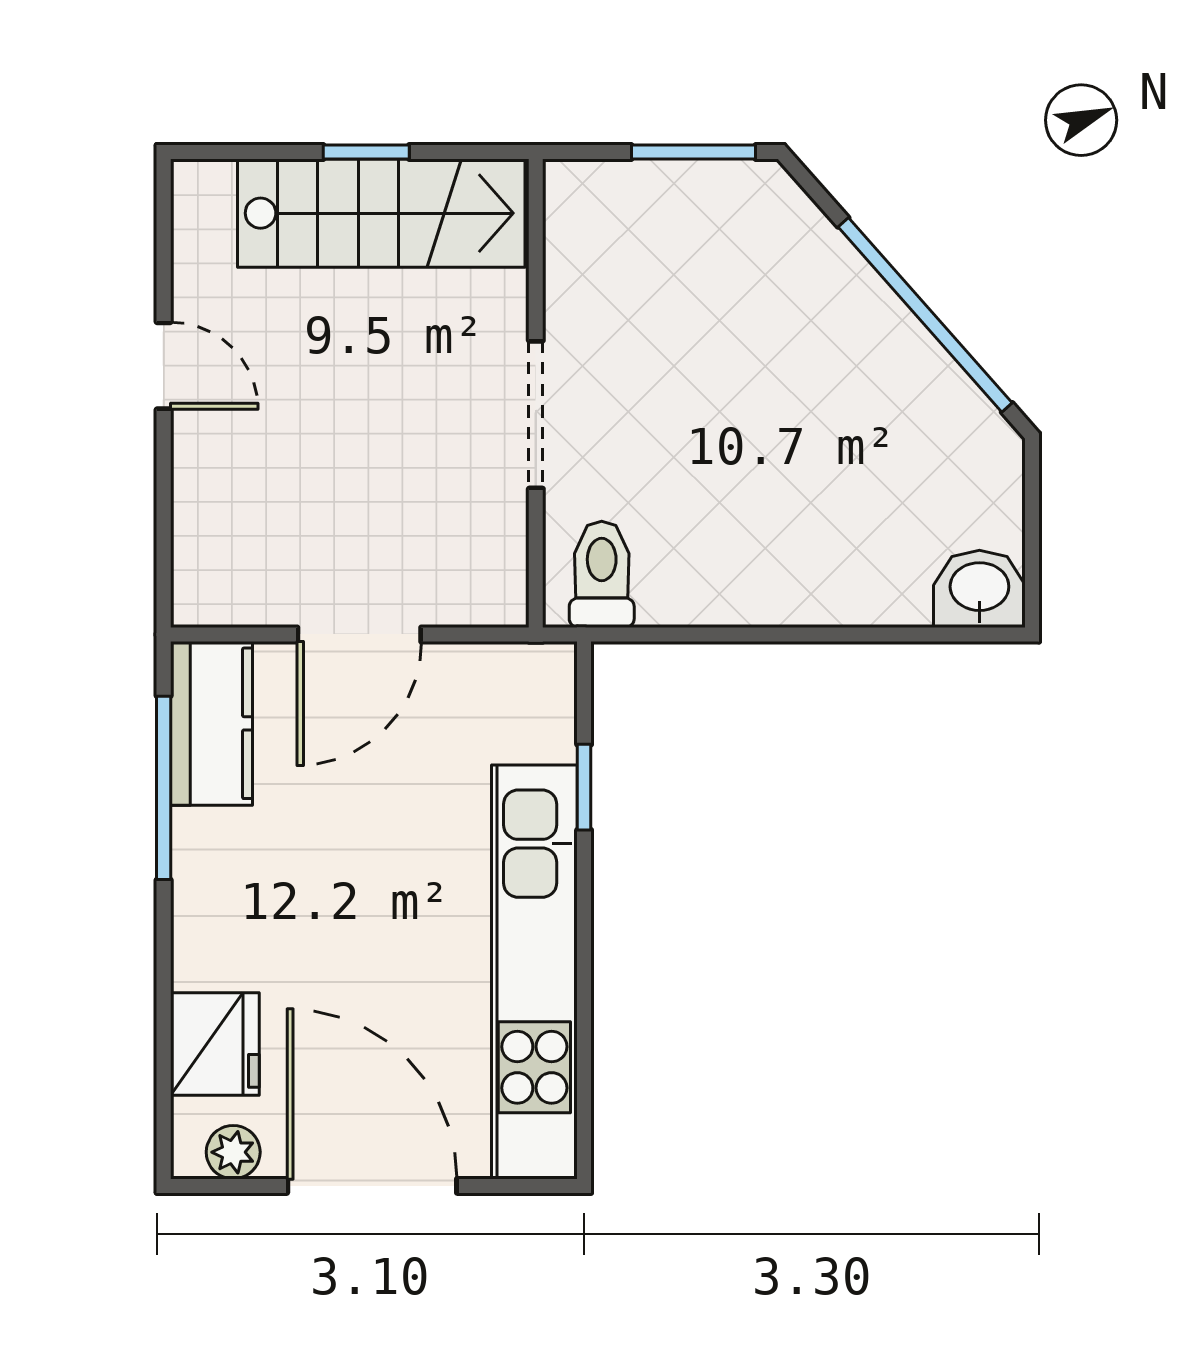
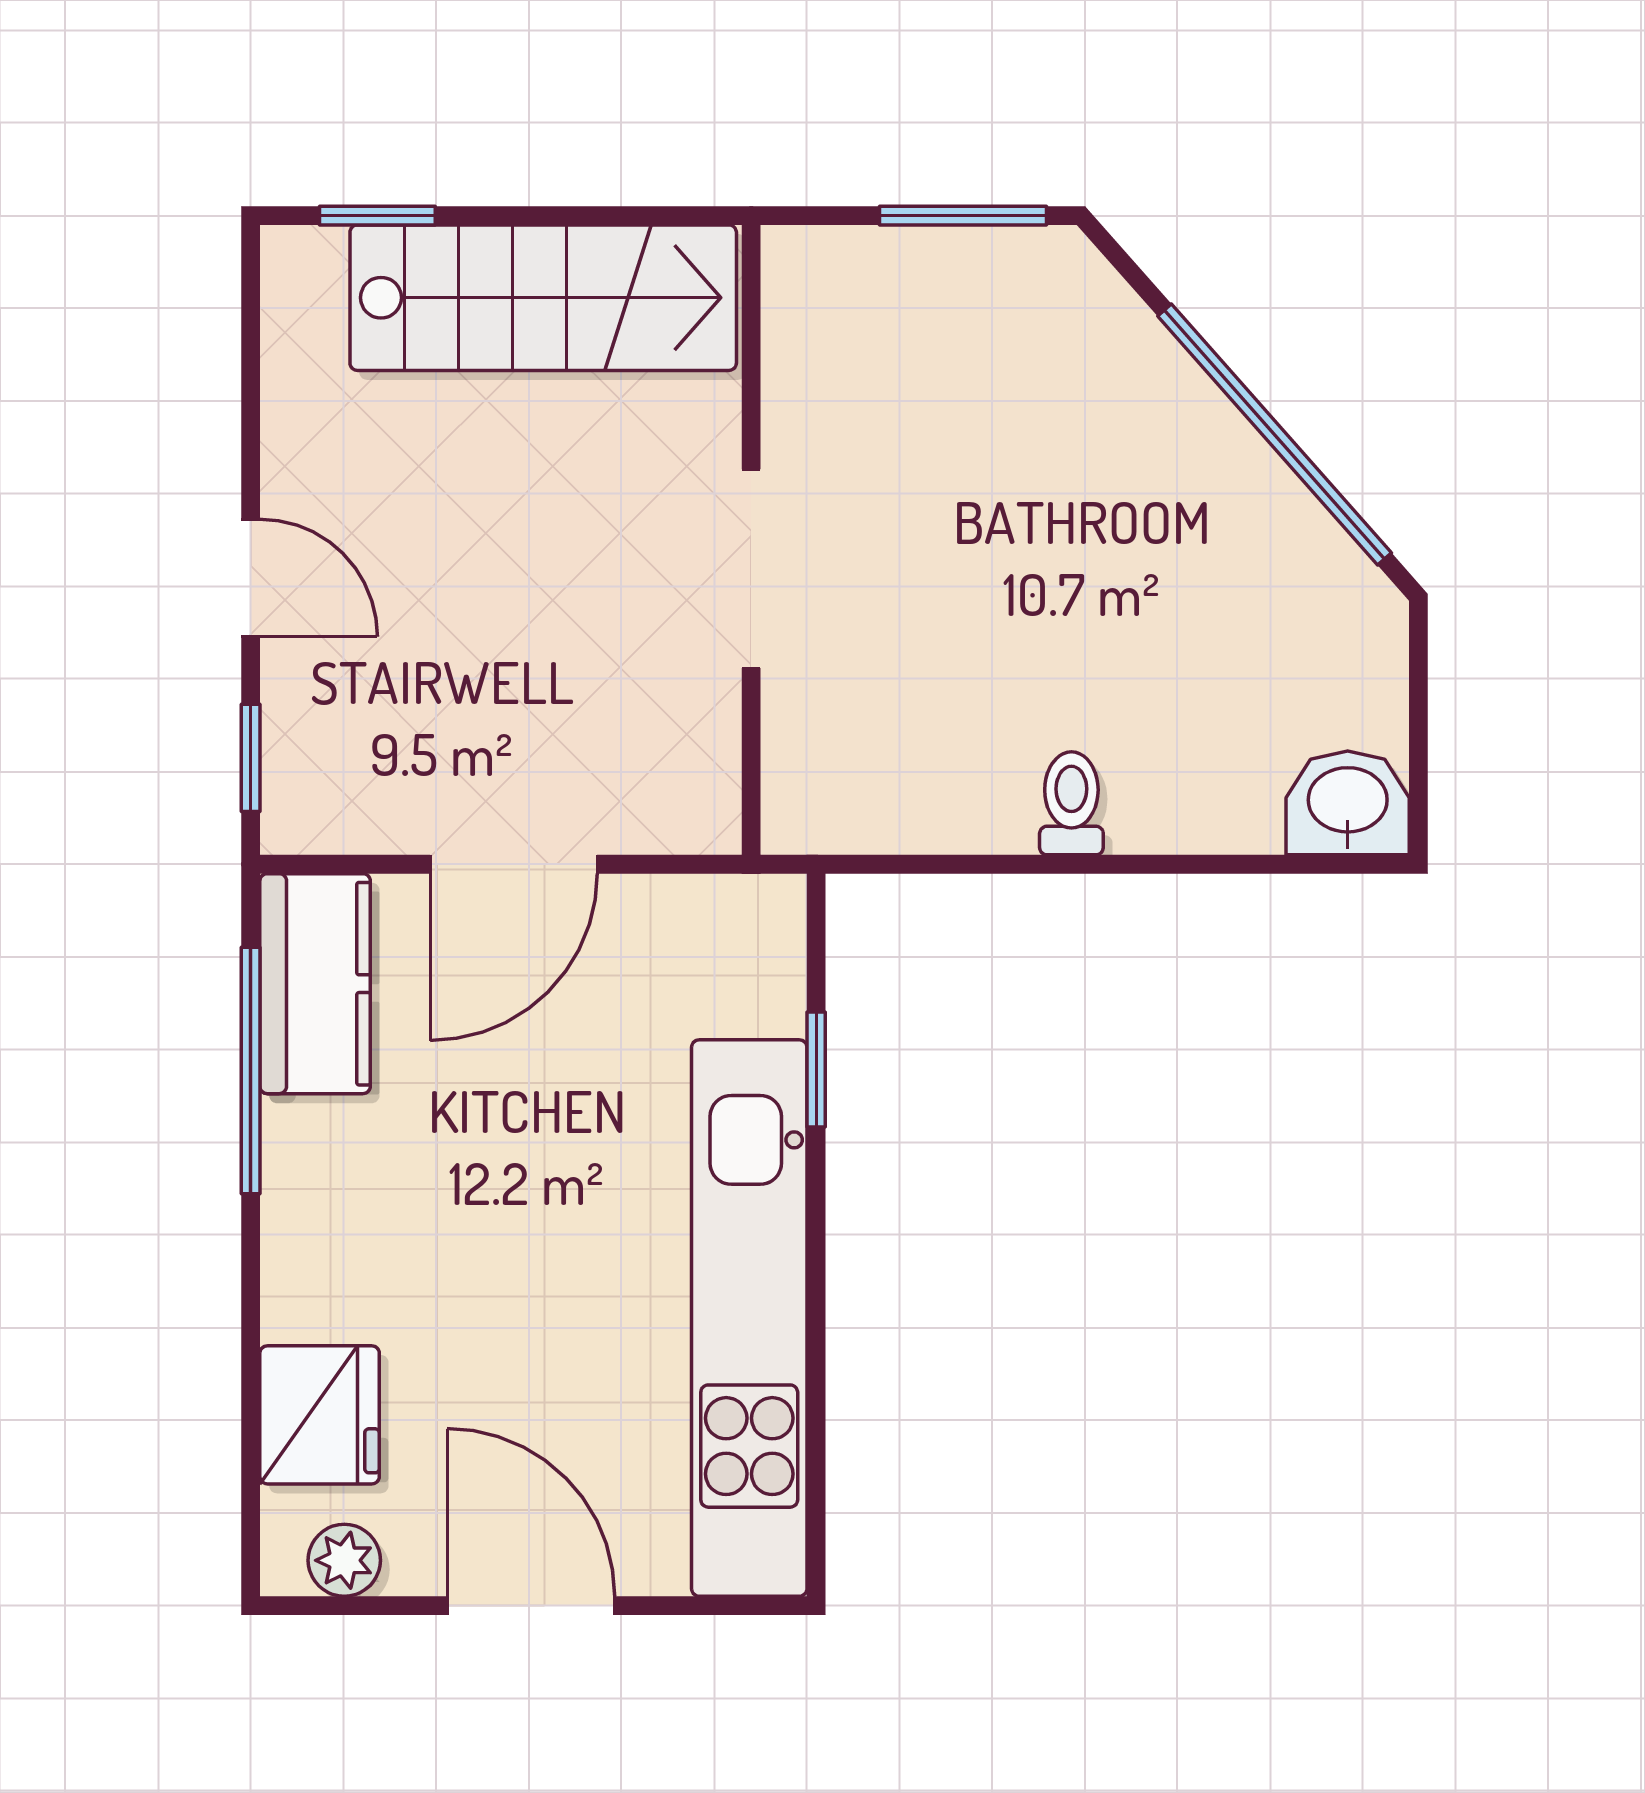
window: (366, 152) -> (377, 216), moved
door: (164, 366) -> (251, 578), moved
window: (164, 555) -> (251, 758), added
toilet: (602, 574) -> (1071, 803), moved, width x0.73, depth x0.72
door: (372, 1186) -> (531, 1606), width x0.73

